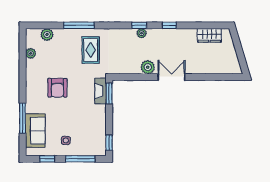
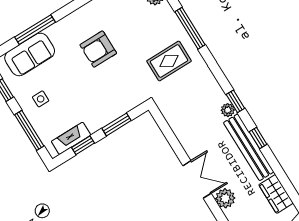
bench: (171, 34) -> (249, 147), added
plant: (148, 67) -> (225, 198), moved
fireplace: (100, 91) -> (71, 138), moved
window: (109, 94) -> (117, 124), moved
window: (109, 143) -> (83, 145), moved

